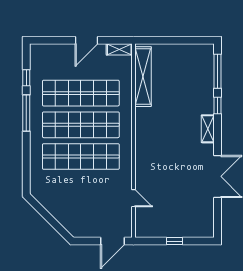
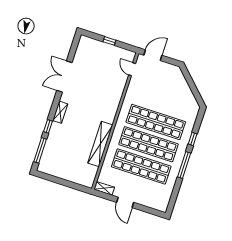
door: (86, 40) -> (125, 202), swing flipped
shelving: (143, 77) -> (100, 144), moved
window: (26, 78) -> (193, 139), moved
door: (133, 198) -> (132, 69), moved

